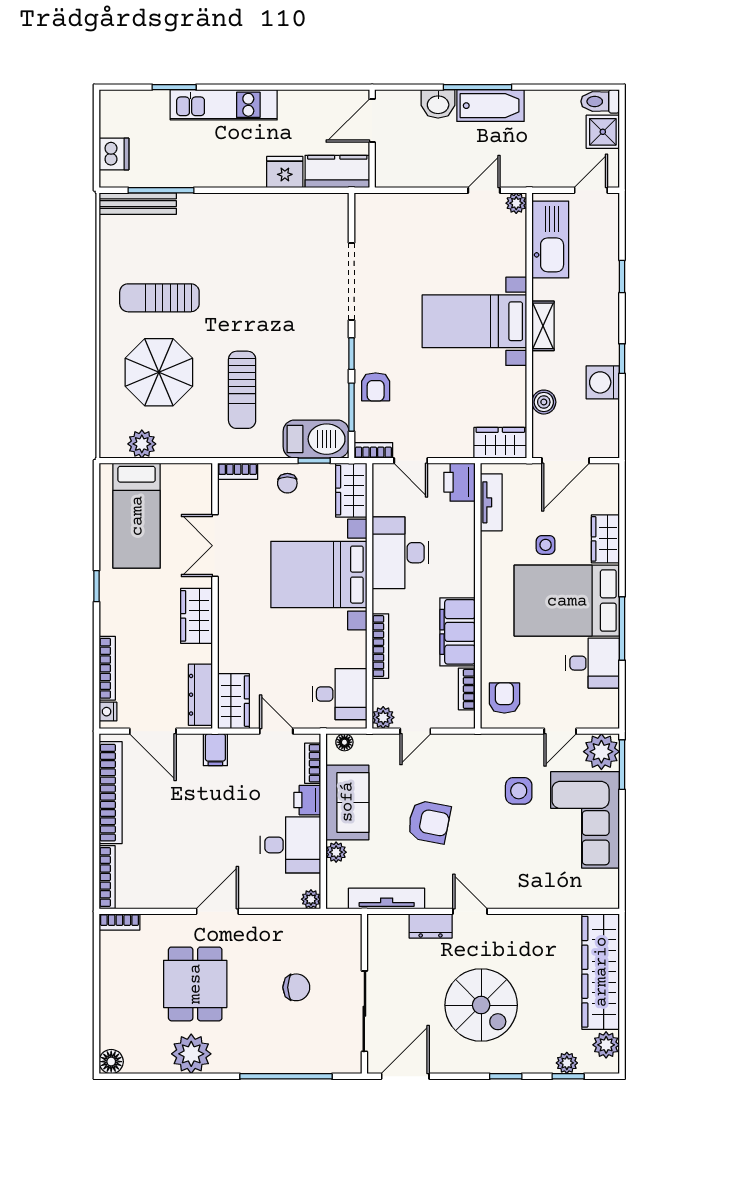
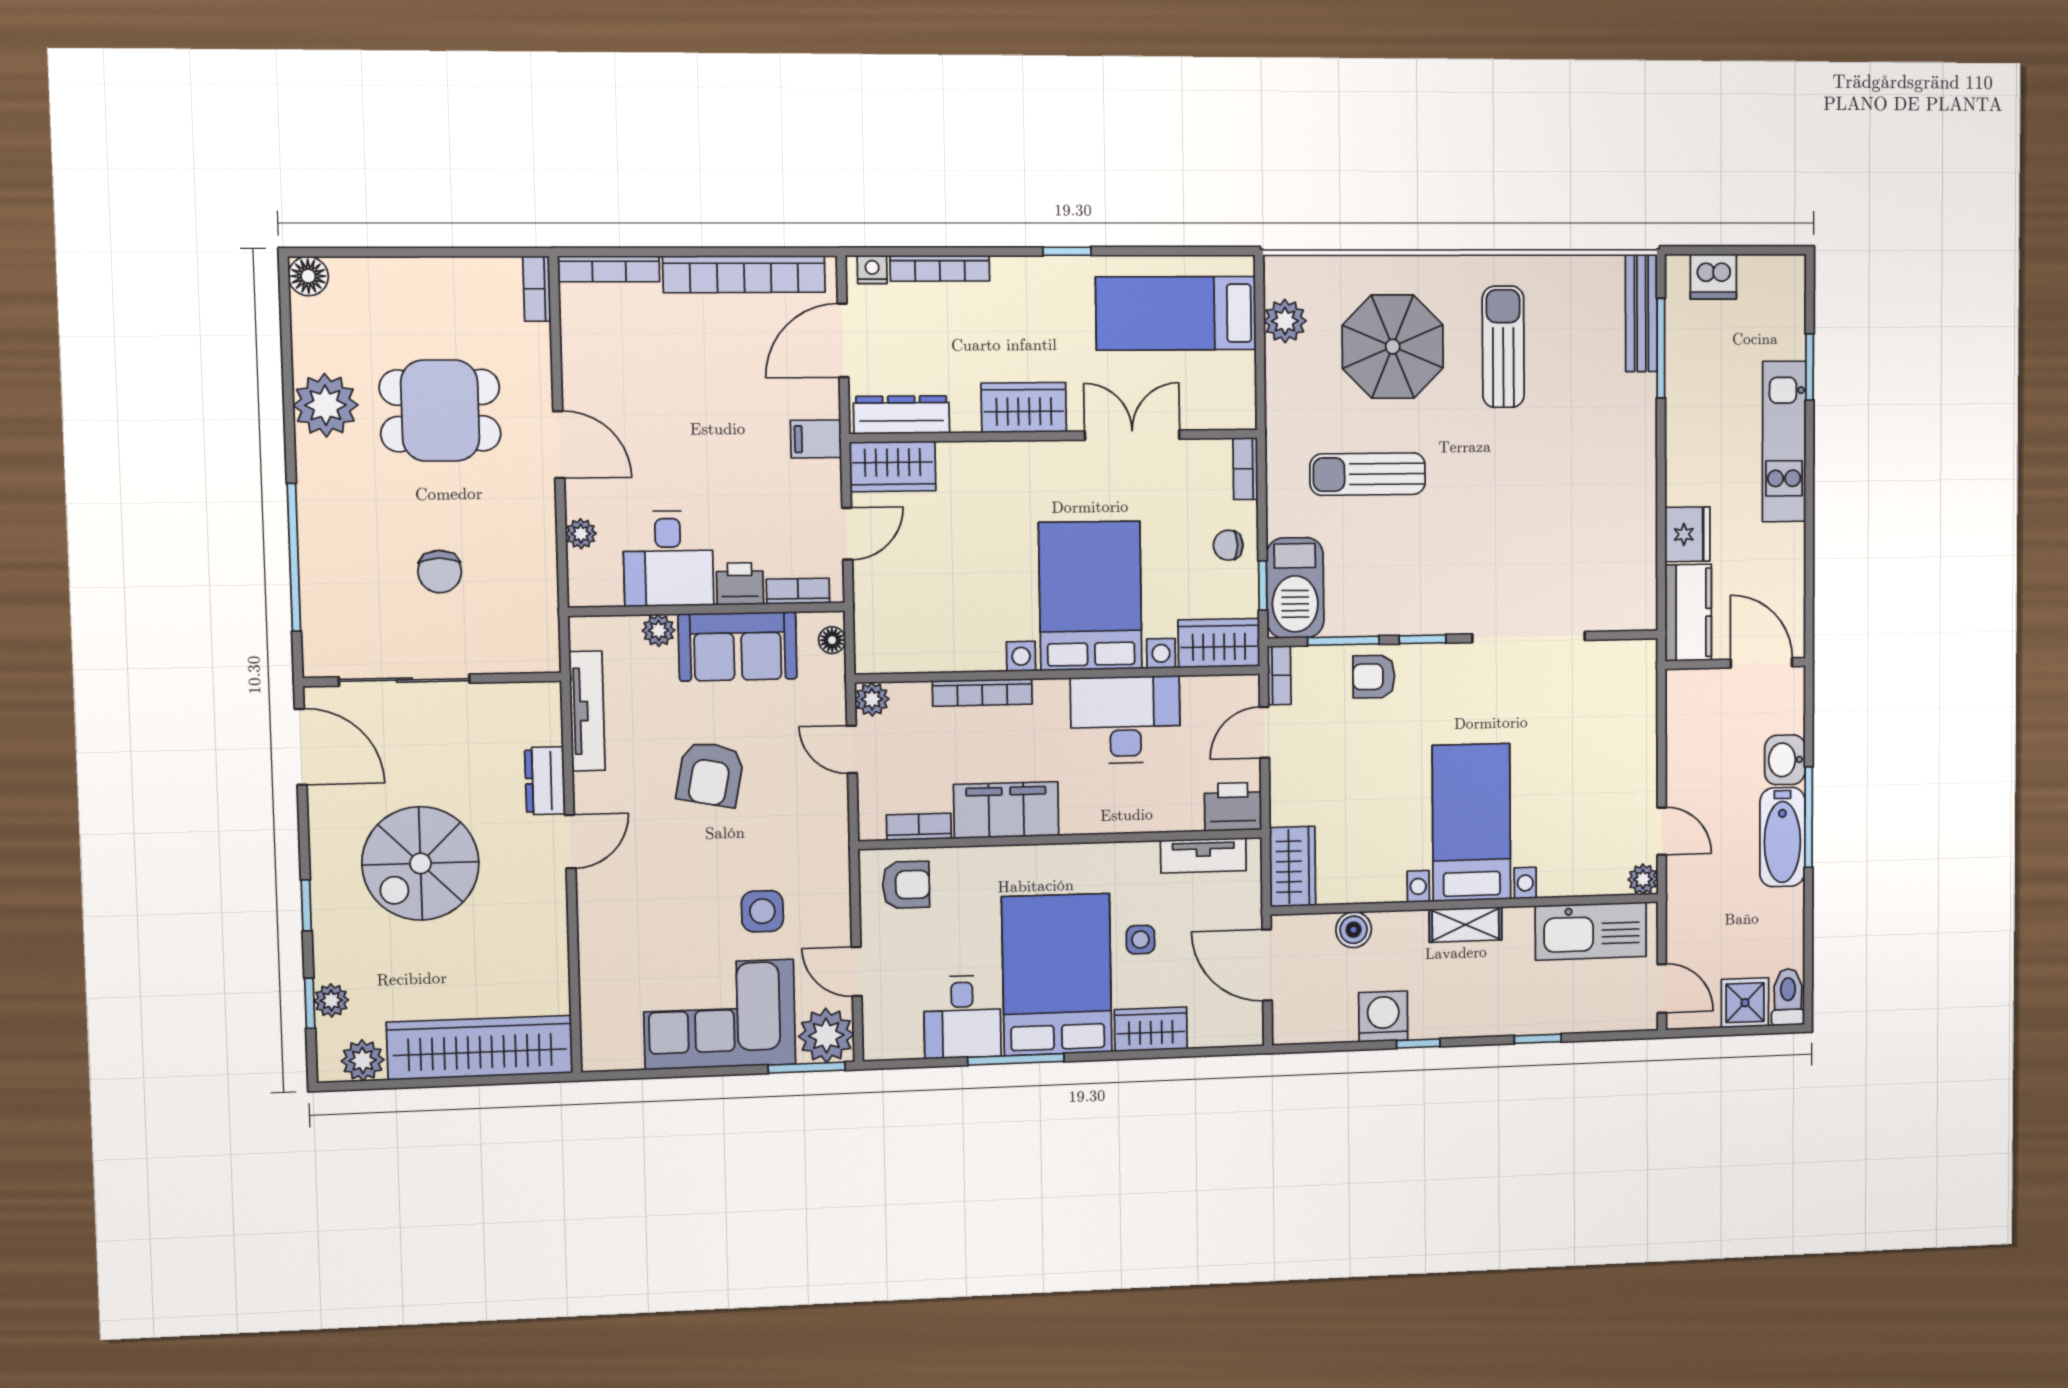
desk: (340, 694) -> (907, 631), removed
plant: (311, 899) -> (581, 534), moved

